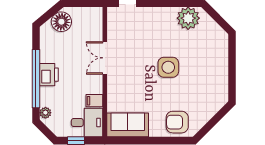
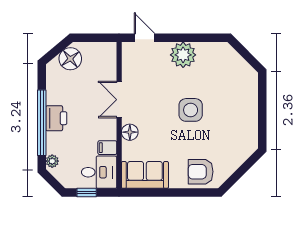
plant: (188, 18) -> (183, 55), moved
floor lamp: (114, 87) -> (130, 132), added

